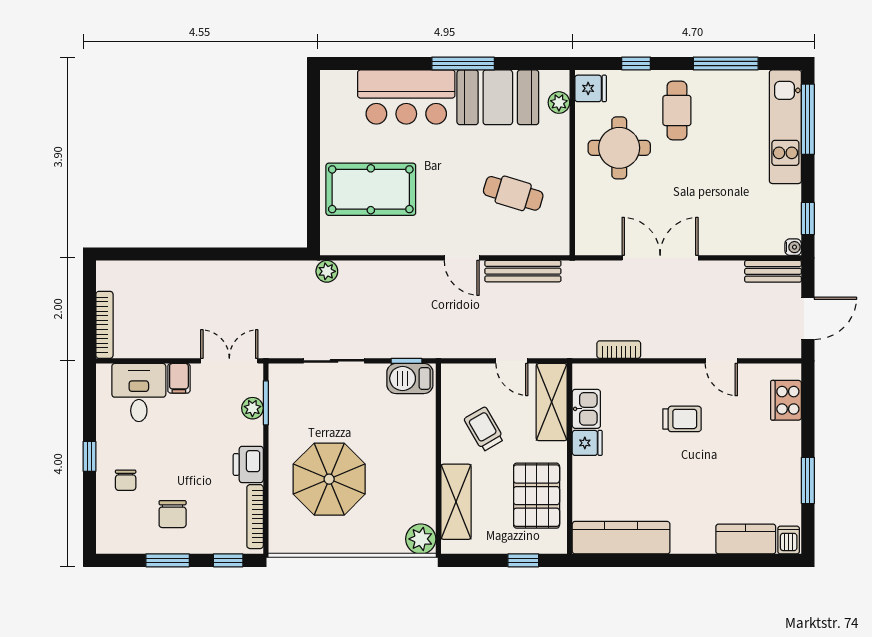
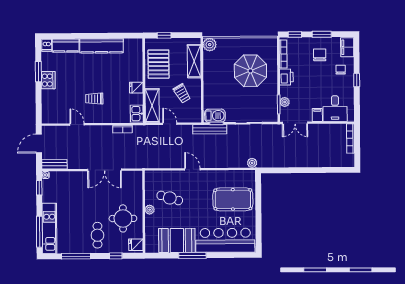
bar counter: (406, 97) -> (225, 240), width x1.36
plant: (559, 103) -> (150, 210), moved
bench: (523, 271) -> (210, 129), moved
cooker: (786, 400) -> (48, 80), moved
kitchen sink: (586, 409) -> (137, 114), moved
filing cabinet: (110, 531) -> (347, 47), added
kitchen counter: (621, 538) -> (101, 46), moved

